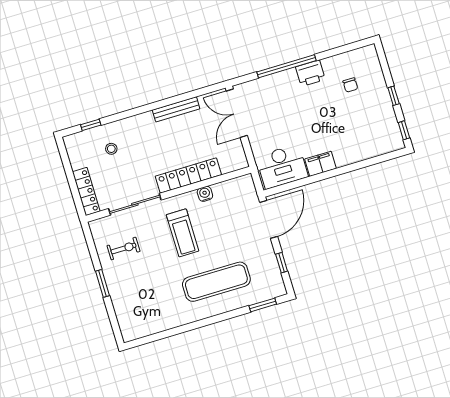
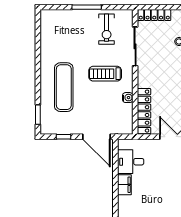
desk: (282, 166) -> (131, 162), width x0.73
locker: (188, 176) -> (144, 111), moved
exercise bike: (123, 249) -> (107, 29), width x1.38, depth x1.39
window: (103, 283) -> (87, 7), width x1.44

